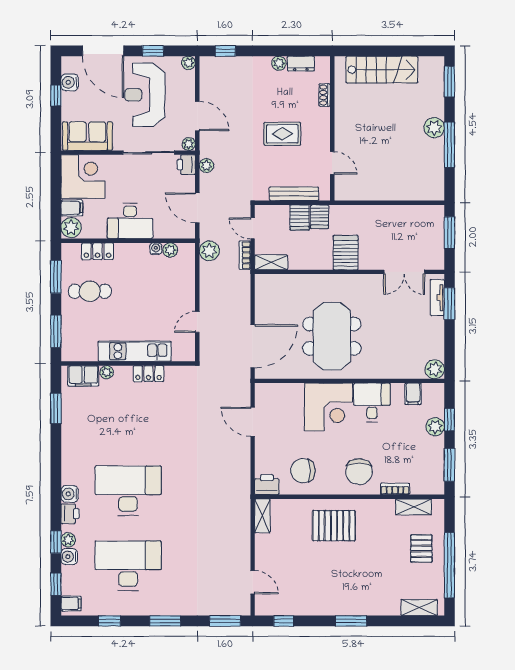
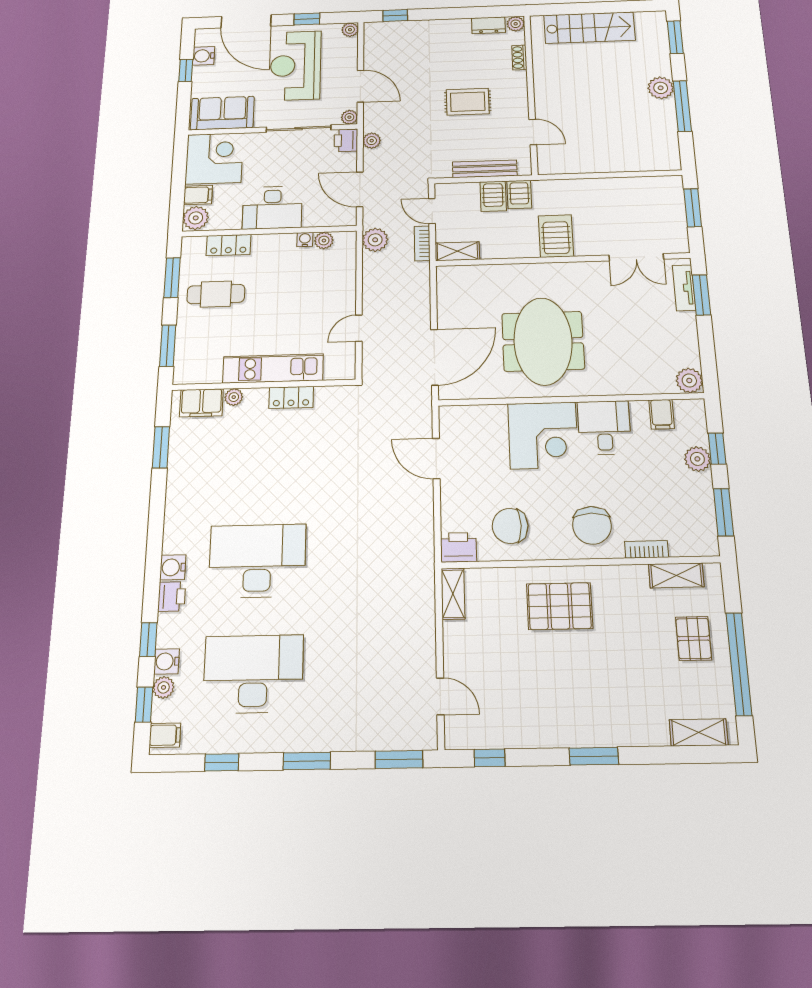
plant: (279, 63) -> (516, 24), moved
plant: (68, 540) -> (164, 687), moved

